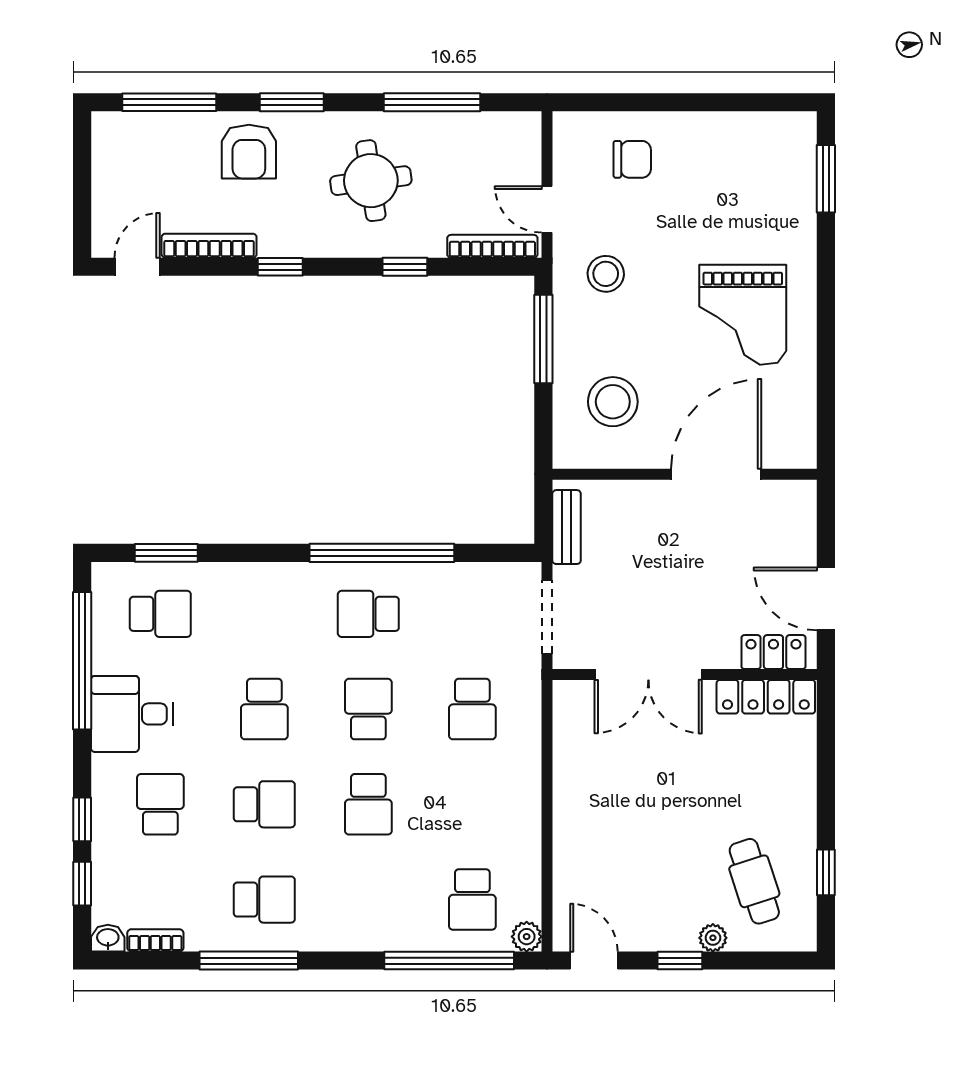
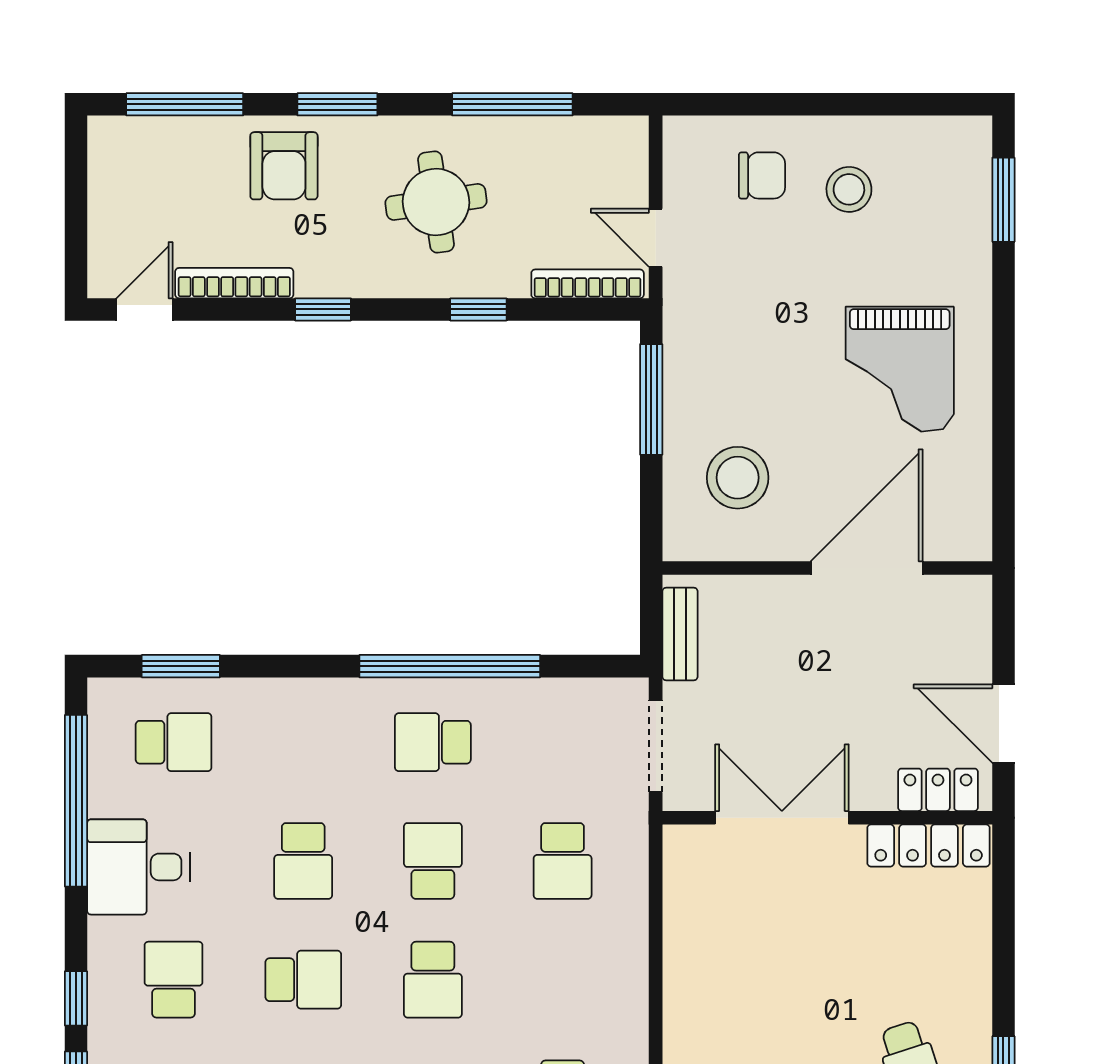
stool: (606, 274) -> (849, 189), moved
double door: (648, 674) -> (782, 818), swing flipped

